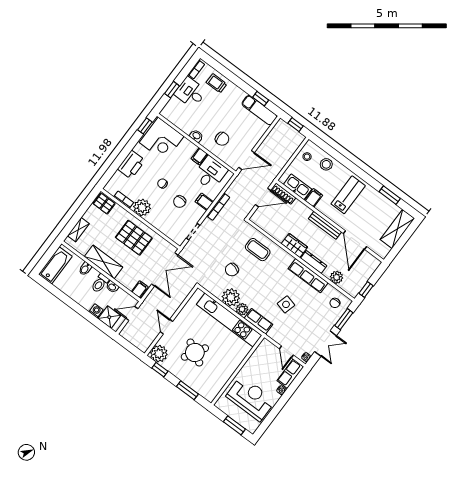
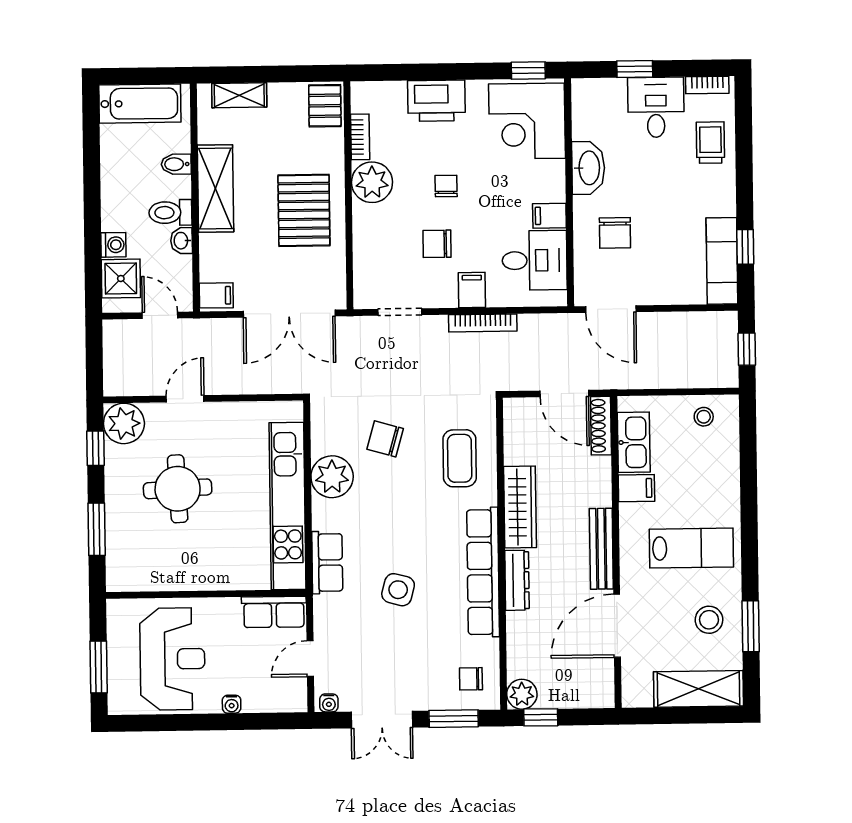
washbasin: (196, 136) -> (588, 168), width x1.91, depth x1.45
stool: (326, 164) -> (709, 620), moved
wardrobe: (294, 245) -> (520, 507), width x1.50
row of seats: (308, 276) -> (483, 572), width x1.36
plant: (337, 277) -> (522, 694), moved
plant: (242, 309) -> (326, 515), removed
round table: (195, 353) -> (178, 489), turned -33
row of seats: (290, 374) -> (274, 612), moved, turned 180

